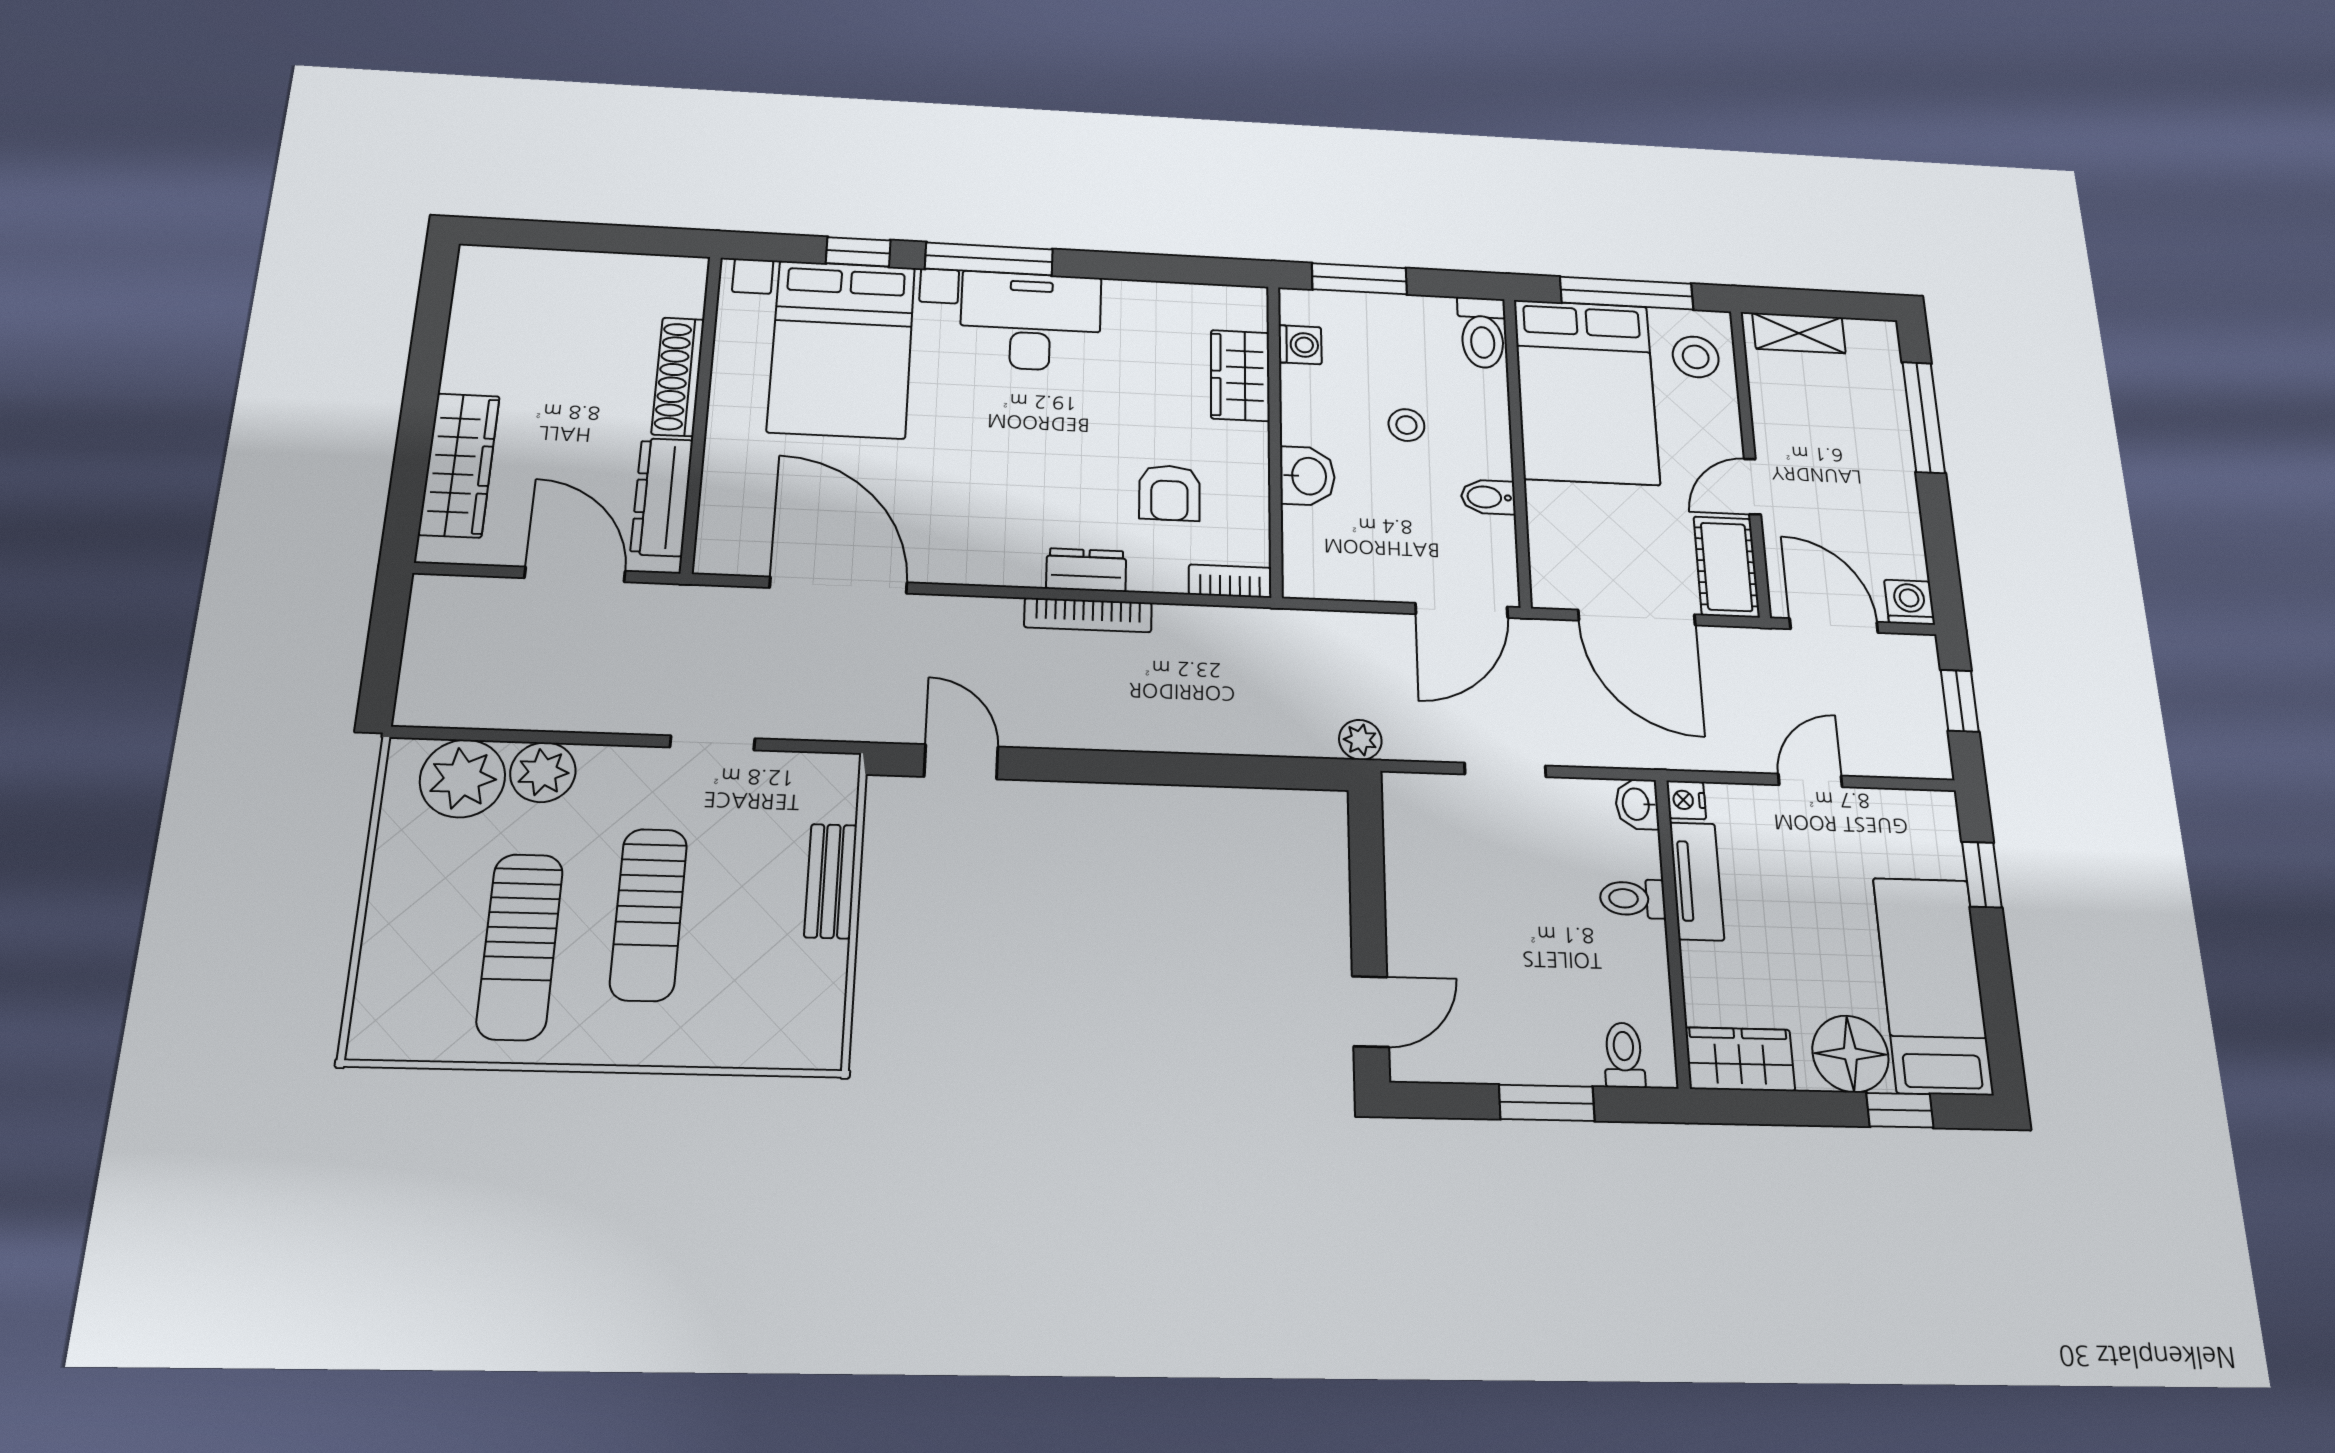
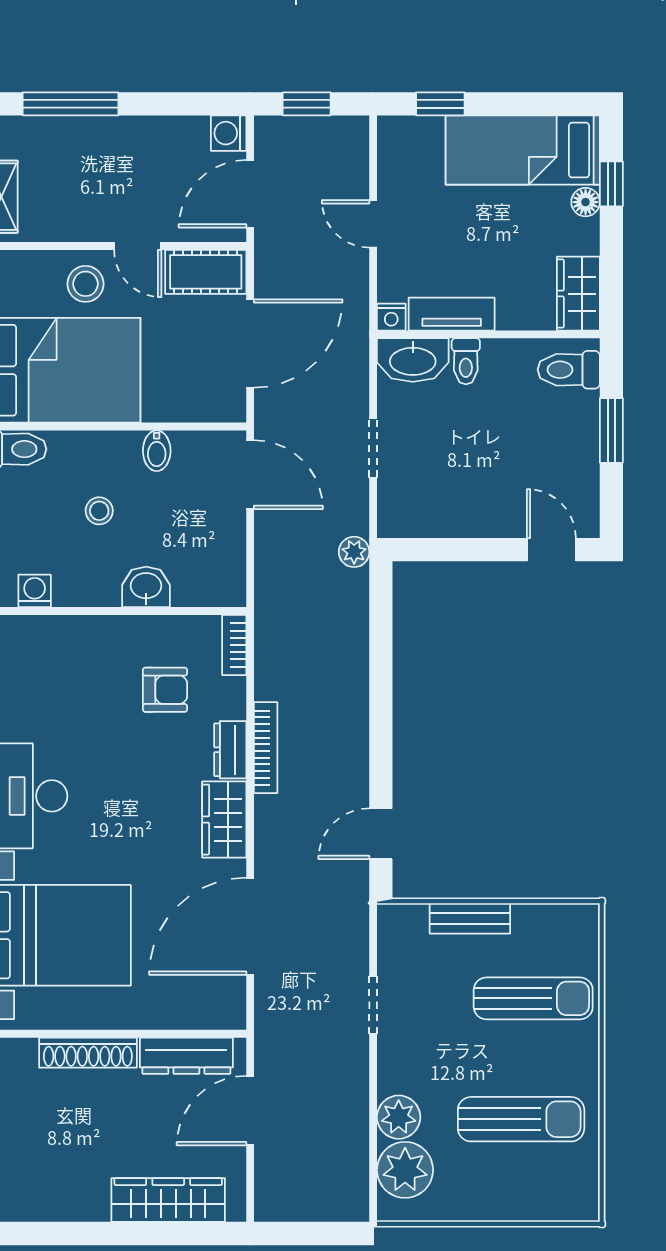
stool: (1696, 357) -> (86, 284), moved
wardrobe: (1240, 375) -> (224, 820), moved, turned 90
washbasin: (1637, 804) -> (413, 360), width x1.91, depth x1.45
sun lounger: (649, 914) -> (533, 998), moved
floor lamp: (1850, 1054) -> (586, 202), width x0.53, depth x0.53
toilet: (1624, 1055) -> (569, 370), width x1.37, depth x1.39

